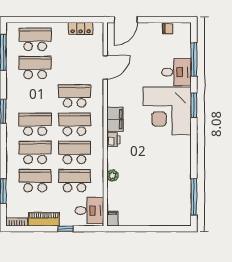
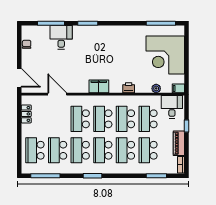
school desk: (35, 96) -> (80, 150), added
corner desk: (167, 111) -> (165, 55), moved, turned 90
printer: (113, 140) -> (129, 88), moved
plant: (112, 176) -> (156, 88), moved

